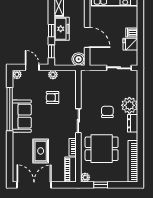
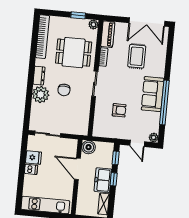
plant: (53, 75) -> (116, 134), removed

